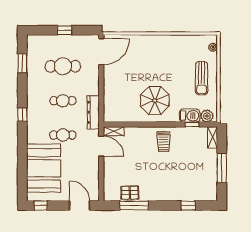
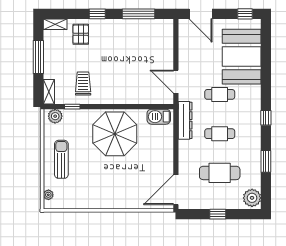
plant: (35, 44) -> (252, 198), added
window: (22, 63) -> (266, 161), moved
parasol: (155, 101) -> (115, 134), width x1.36, depth x1.36
barbecue: (190, 116) -> (159, 117), moved
shelving: (114, 131) -> (55, 24), moved
trolley: (163, 142) -> (83, 84), moved
pallet: (130, 193) -> (81, 34), moved, turned 90
window: (188, 206) -> (97, 14), moved

